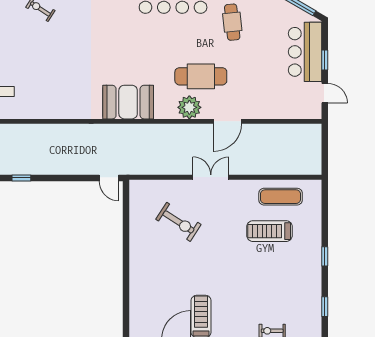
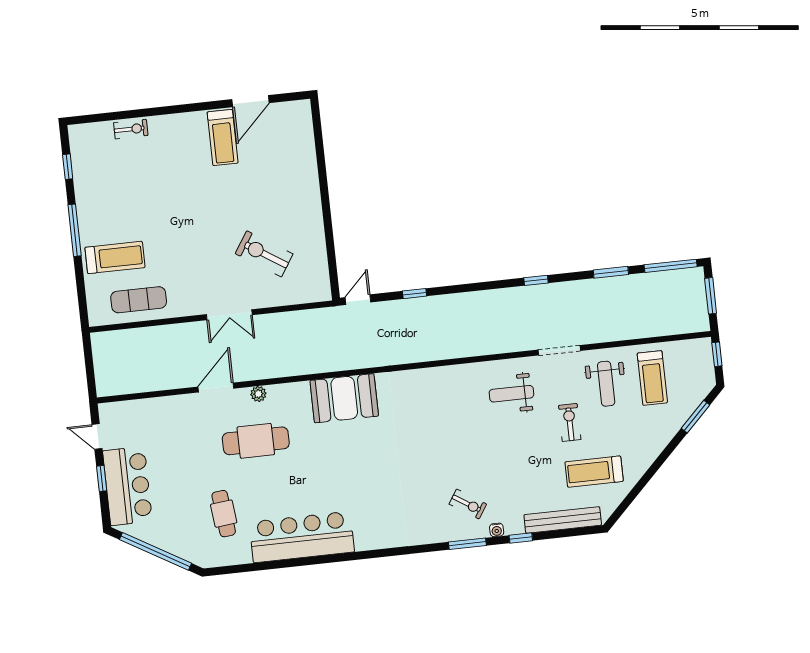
plant: (189, 107) -> (258, 394), width x0.53, depth x0.53
window: (21, 178) -> (414, 294), moved
door: (109, 178) -> (358, 300), hinge flipped
treadmill: (269, 231) -> (115, 257), moved
window: (325, 256) -> (75, 230), width x2.17

